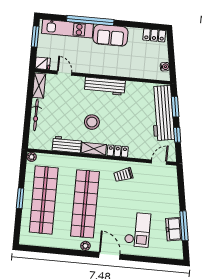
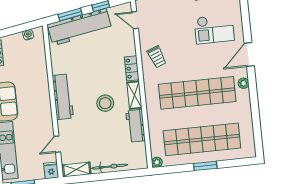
checkout: (138, 230) -> (214, 29), turned 180

